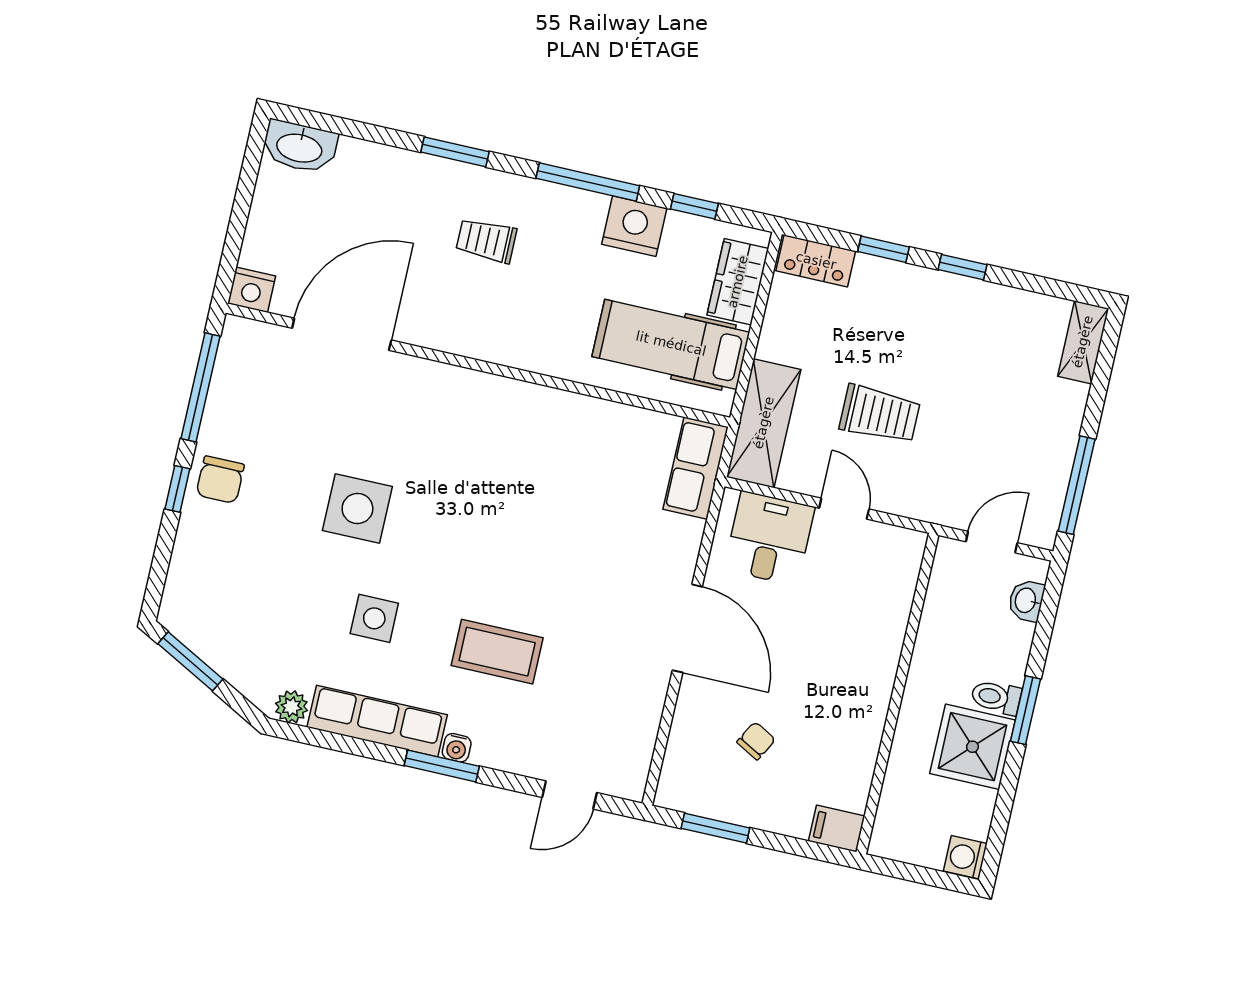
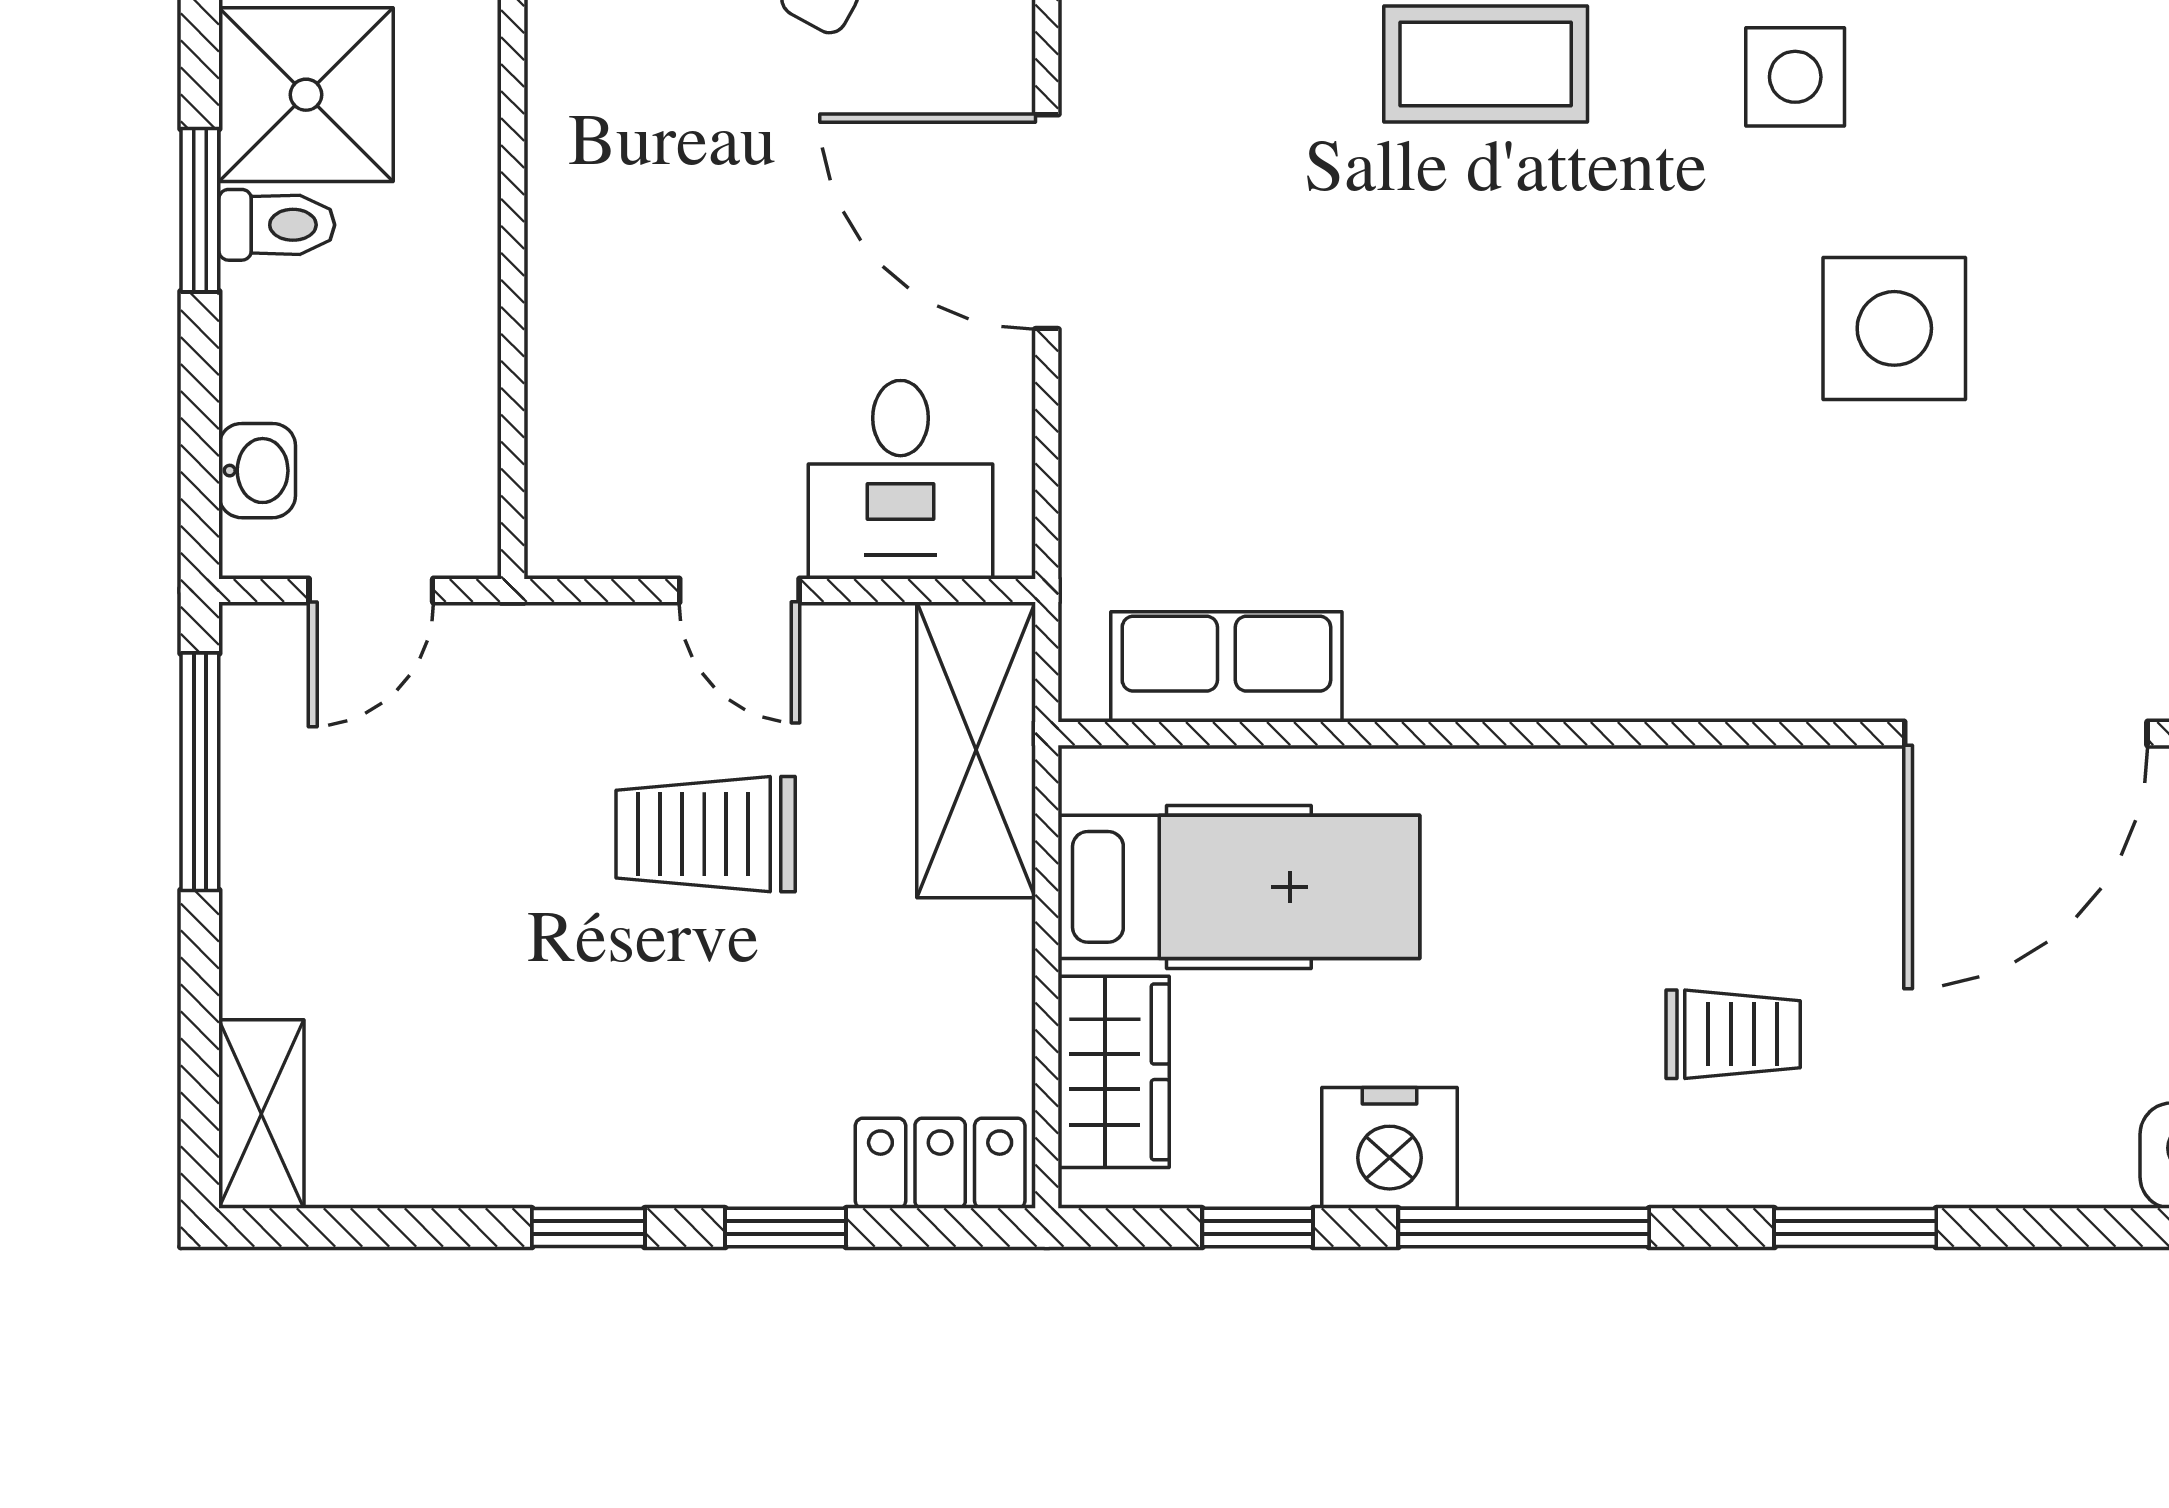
row of seats: (696, 468) -> (1226, 667), moved, turned -90

